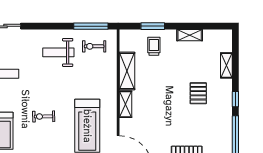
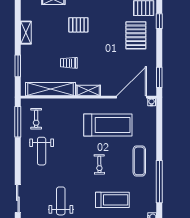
trolley: (154, 46) -> (69, 63), moved
shelving: (127, 71) -> (50, 89), width x1.47

